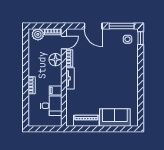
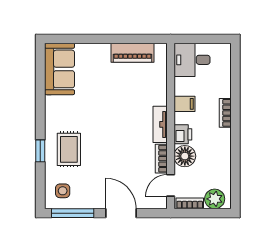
window: (141, 38) -> (40, 151), moved
rug: (124, 64) -> (69, 149), added
printer: (57, 73) -> (183, 134), added
desk: (51, 106) -> (192, 60), moved
sofa: (115, 118) -> (60, 69), moved, turned -90

